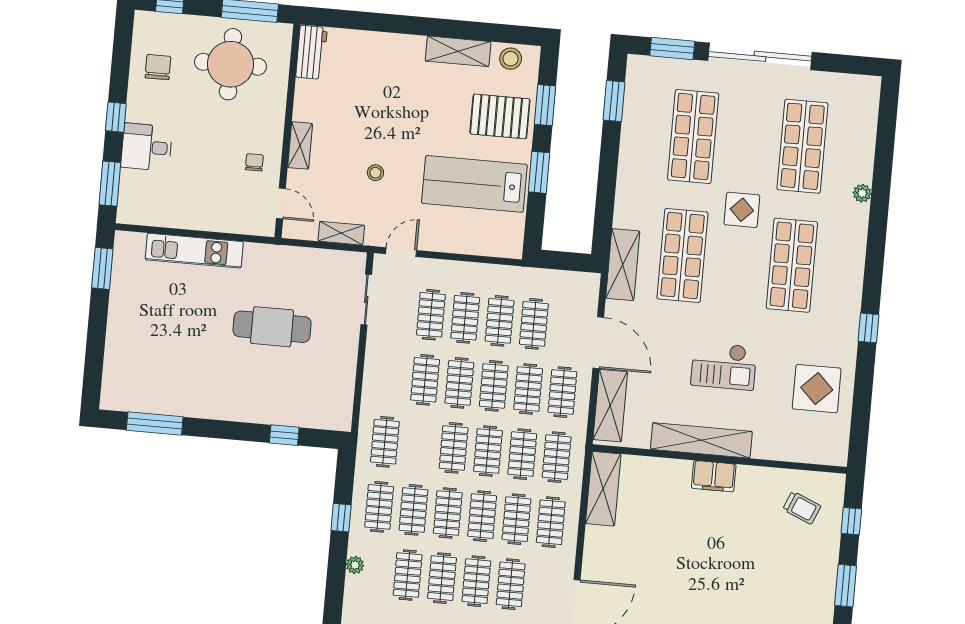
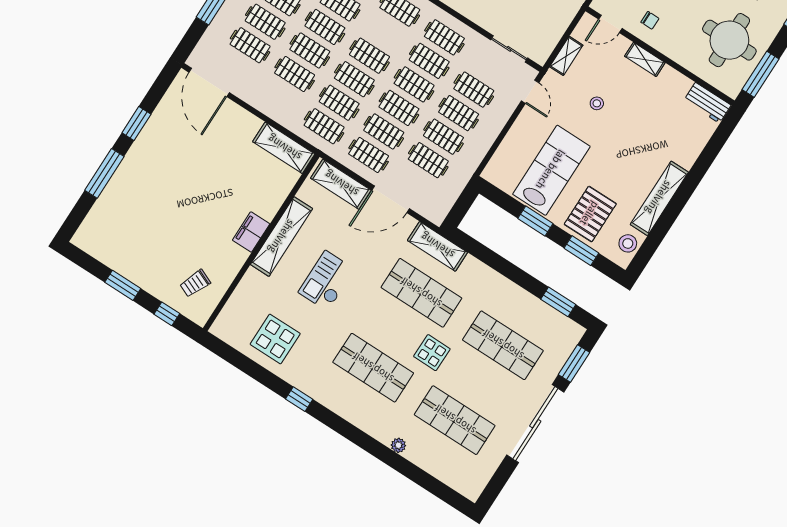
shelving: (458, 51) -> (659, 198), width x1.47
clothes rail: (551, 522) -> (444, 37), moved

